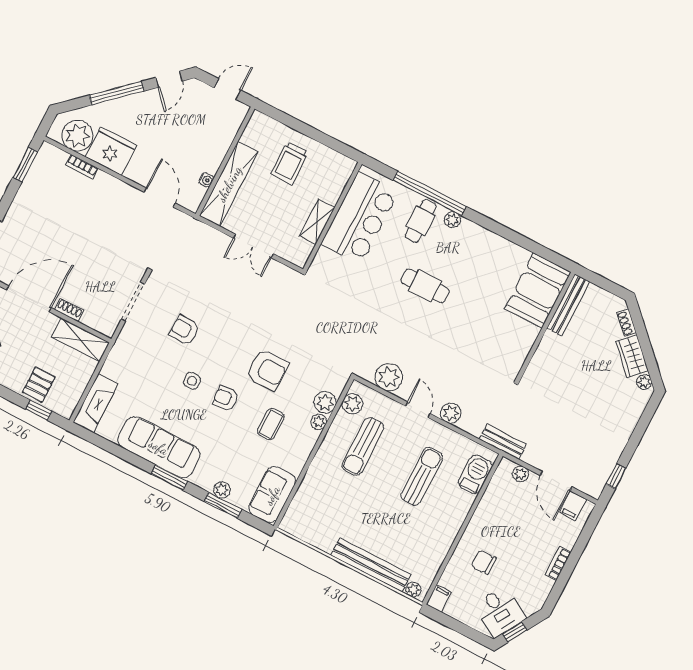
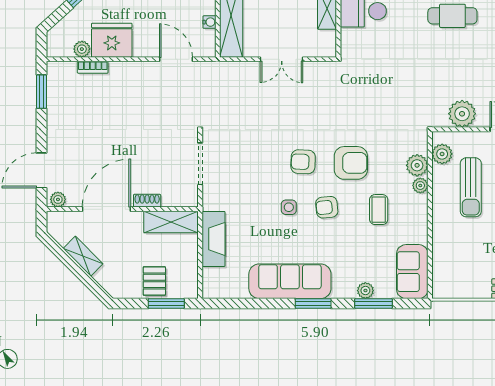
plant: (77, 136) -> (82, 49), width x0.53, depth x0.53
armchair: (184, 330) -> (303, 162), moved
fireplace: (96, 403) -> (213, 239), moved
window: (39, 410) -> (166, 304), width x1.50

